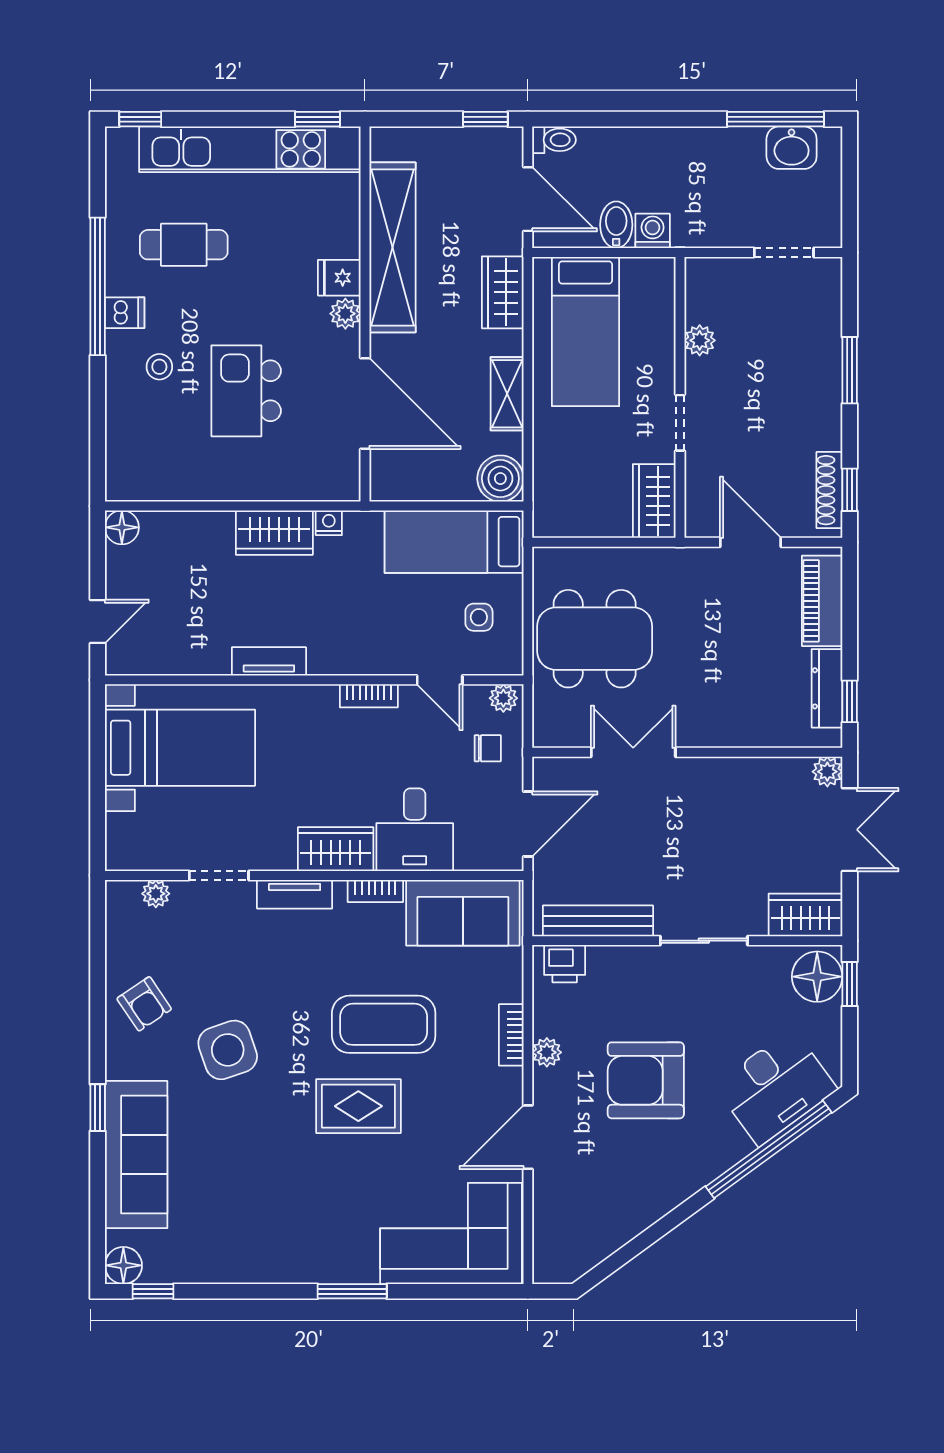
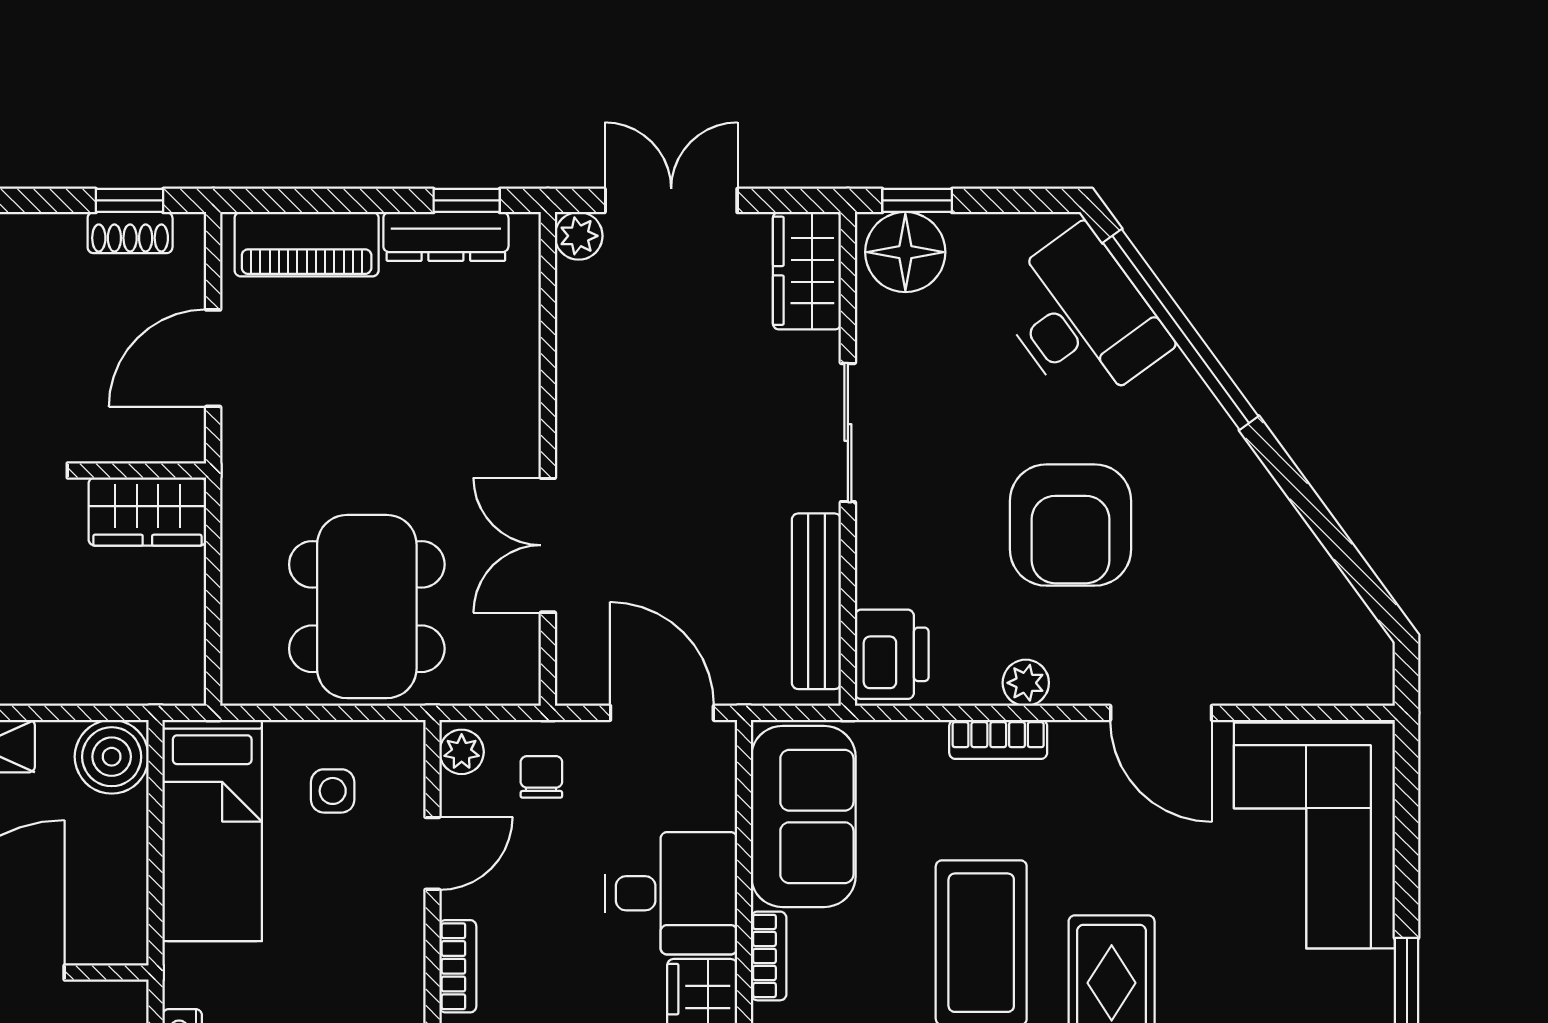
shoe rack: (829, 490) -> (130, 233), width x0.70
printer: (565, 964) -> (892, 654), width x1.36, depth x1.24

